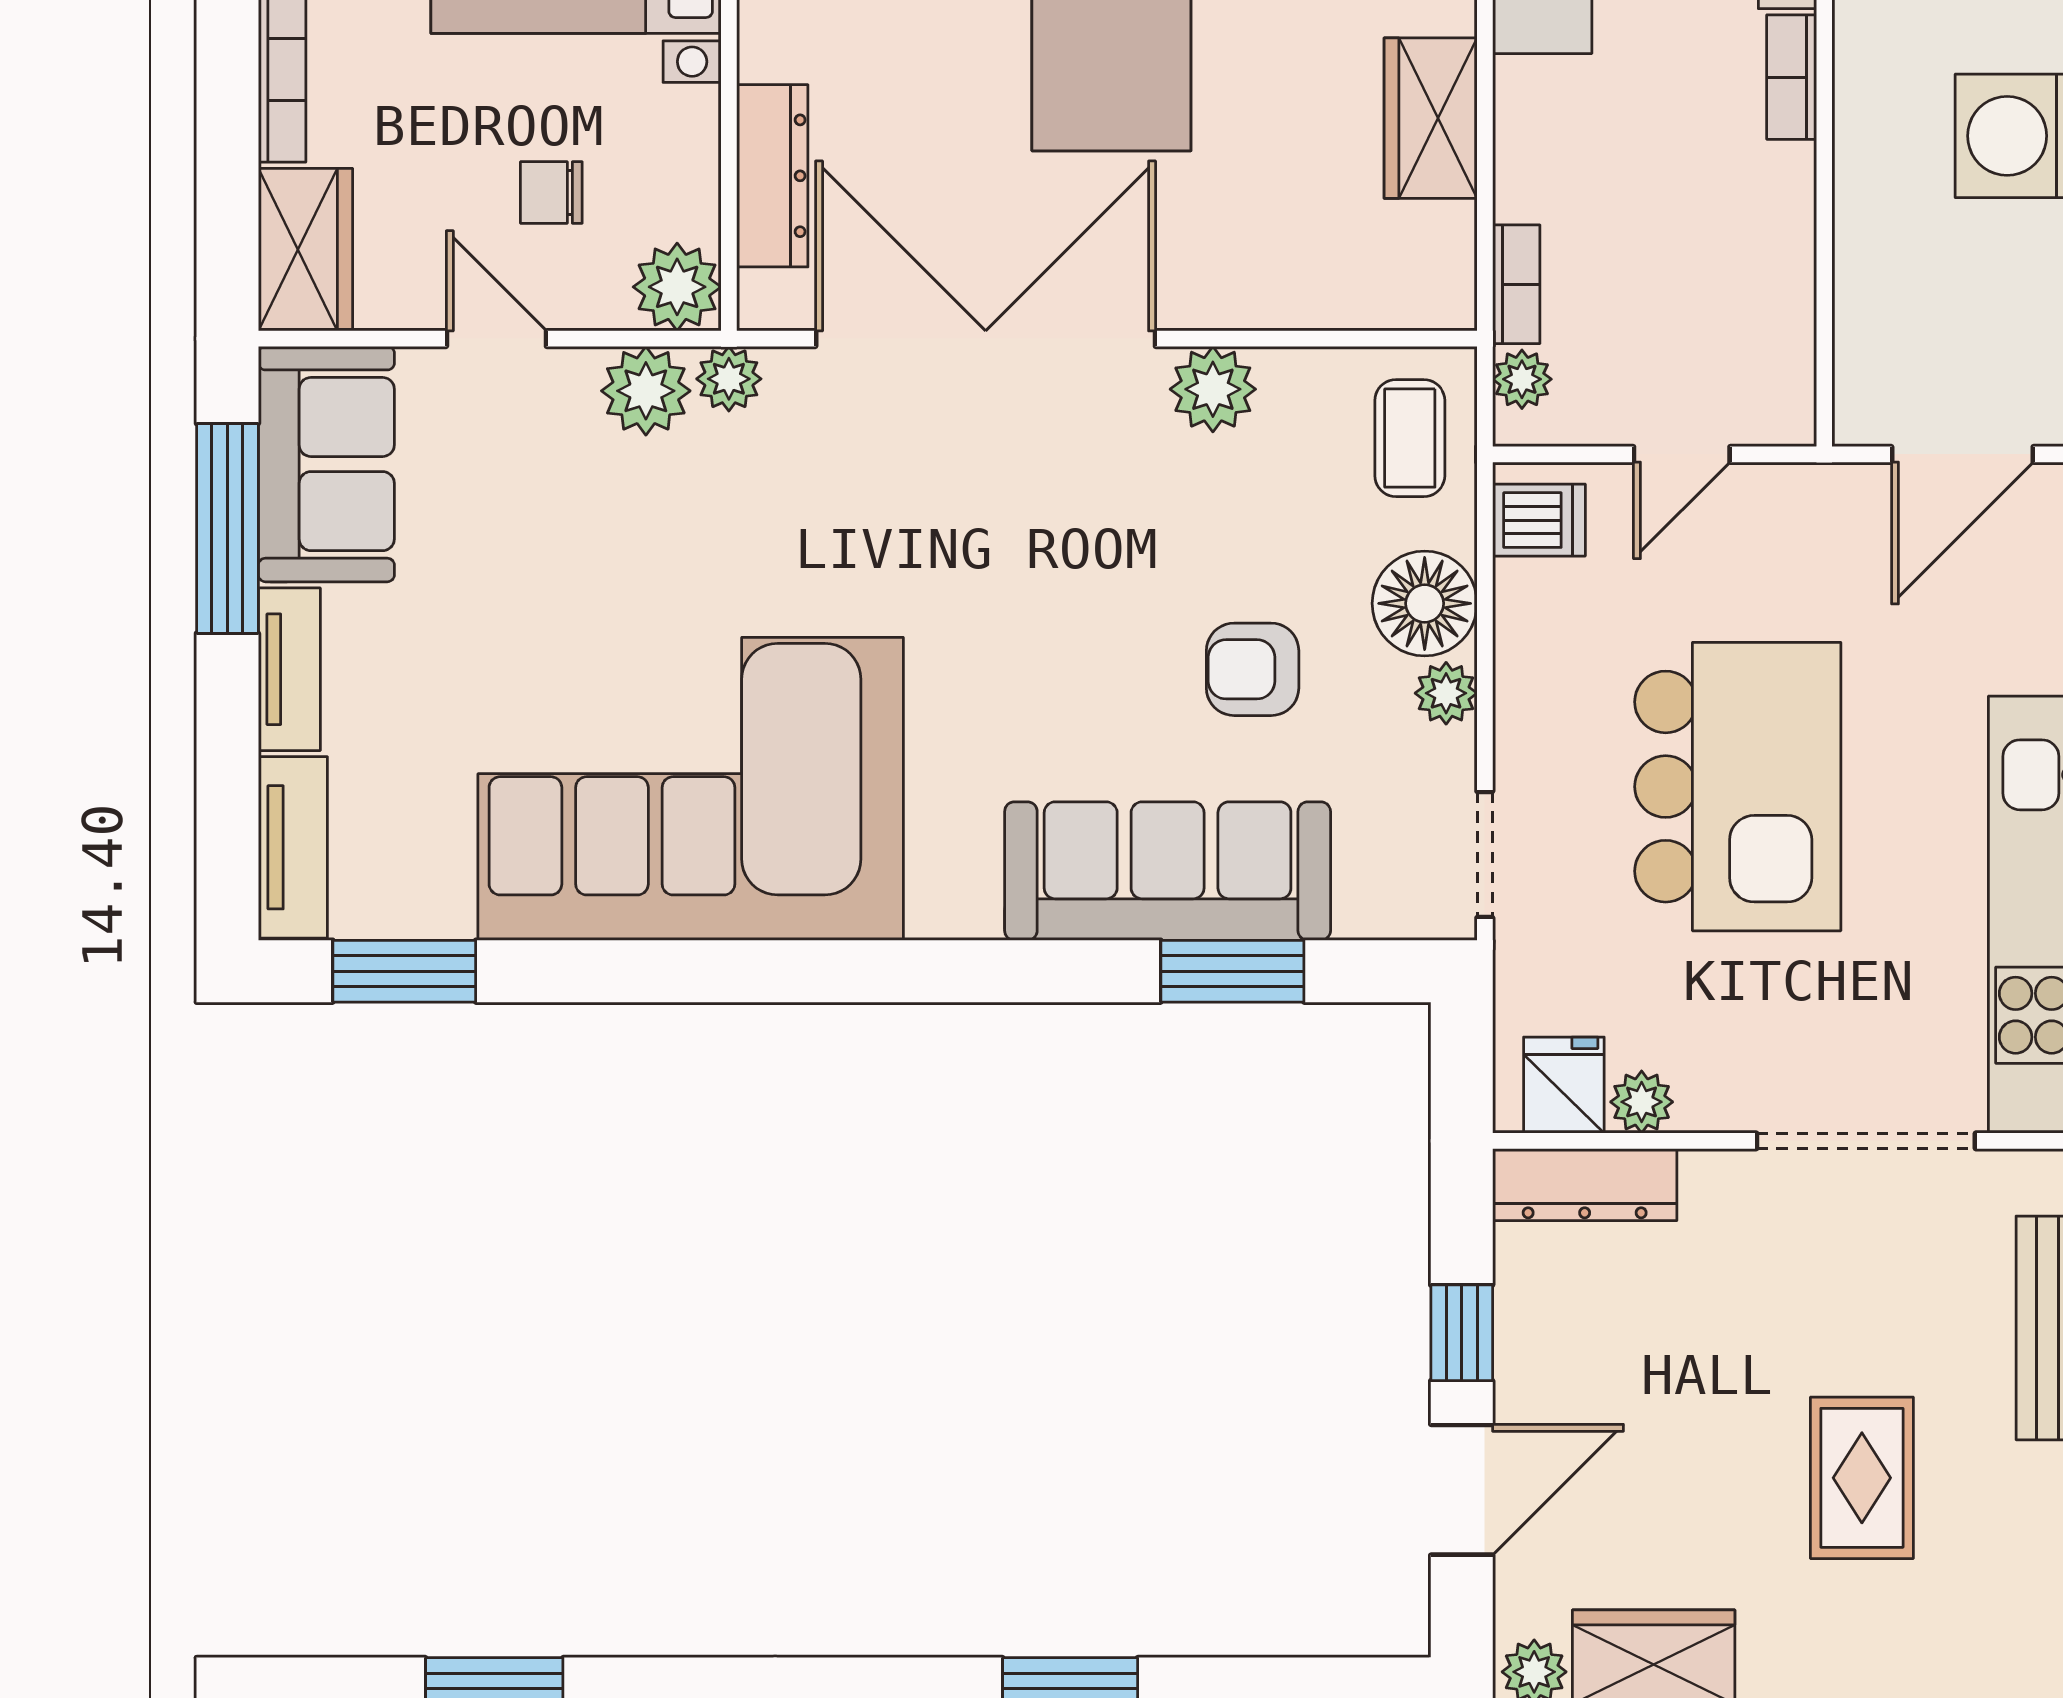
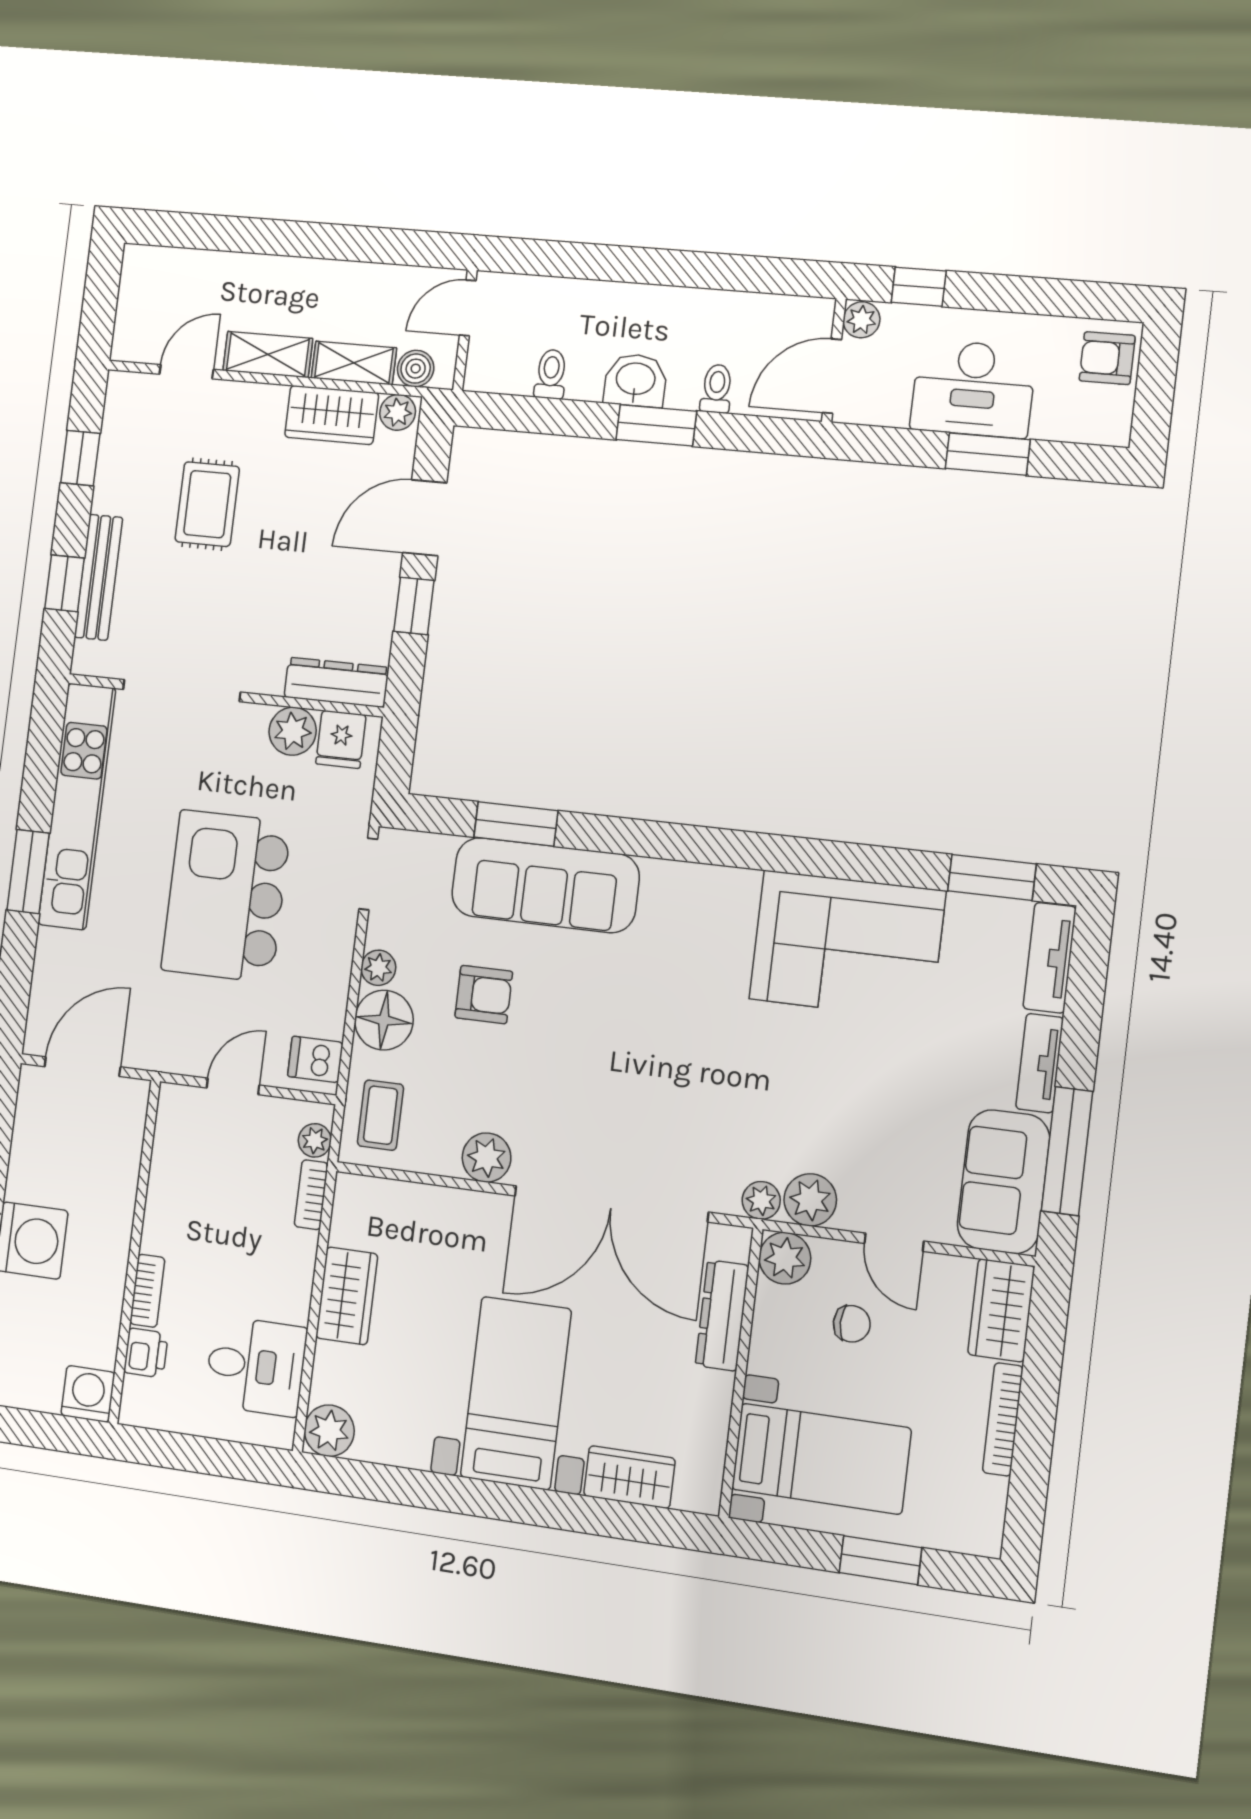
corner sofa: (691, 789) -> (847, 945), width x0.73, depth x0.74
plant: (1642, 1102) -> (293, 731), width x1.38, depth x1.38

